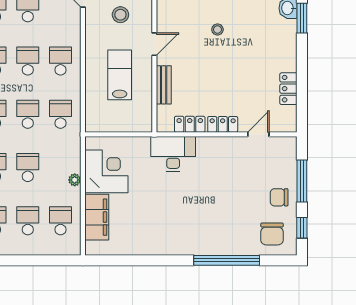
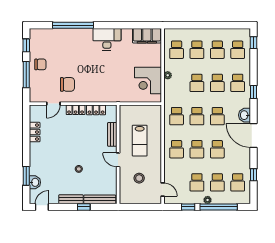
door: (154, 44) -> (118, 160), hinge flipped
desk: (173, 154) -> (107, 39), moved, turned 180
filing cabinet: (97, 217) -> (147, 36), moved, turned -90
chair: (272, 234) -> (67, 84), moved, turned 90

